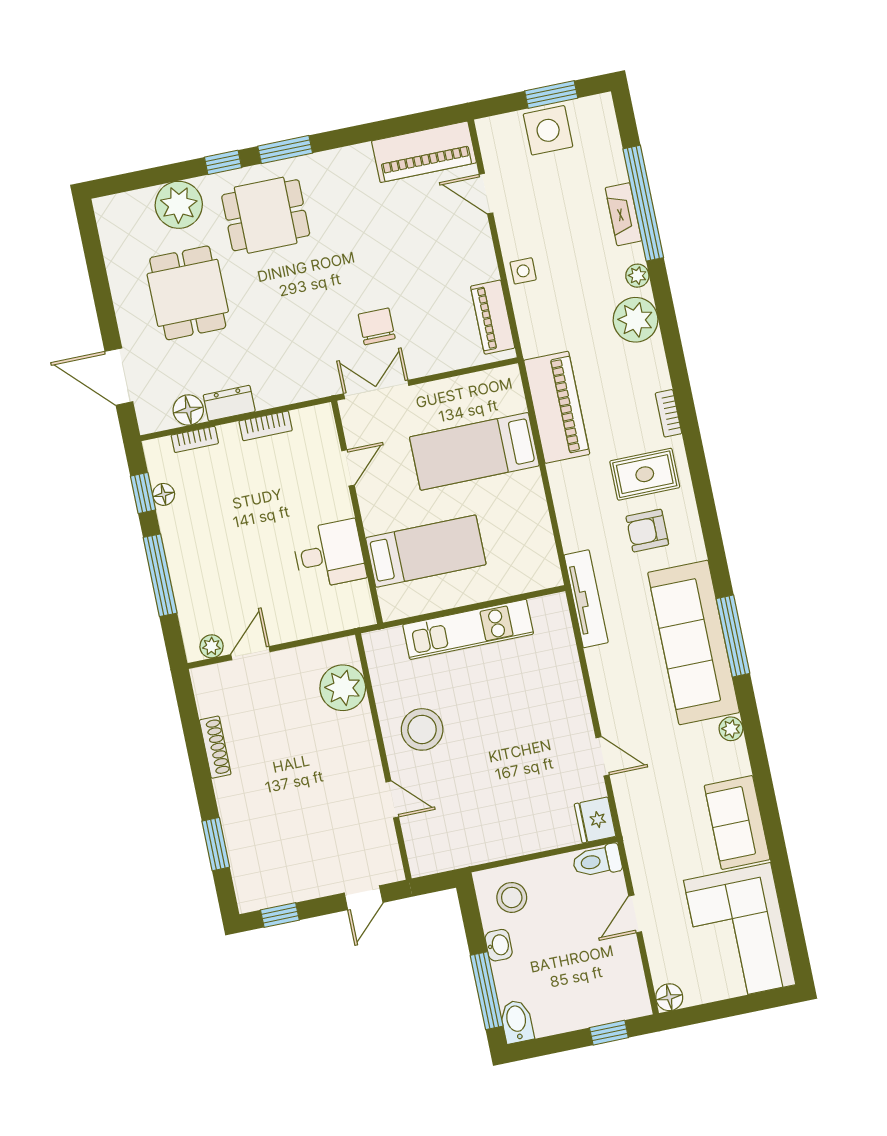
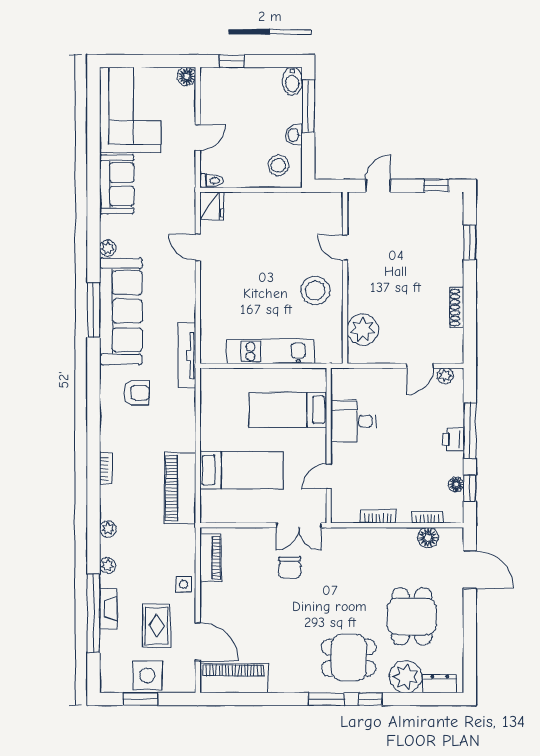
door: (486, 194) -> (198, 642), width x1.38
plant: (635, 320) -> (108, 529), width x0.53, depth x0.53
dresser: (229, 403) -> (440, 684), moved, turned 180
rug: (645, 474) -> (157, 626), moved, turned 90
printer: (181, 558) -> (453, 439), added
toilet: (597, 861) -> (212, 181), width x0.73, depth x0.72

